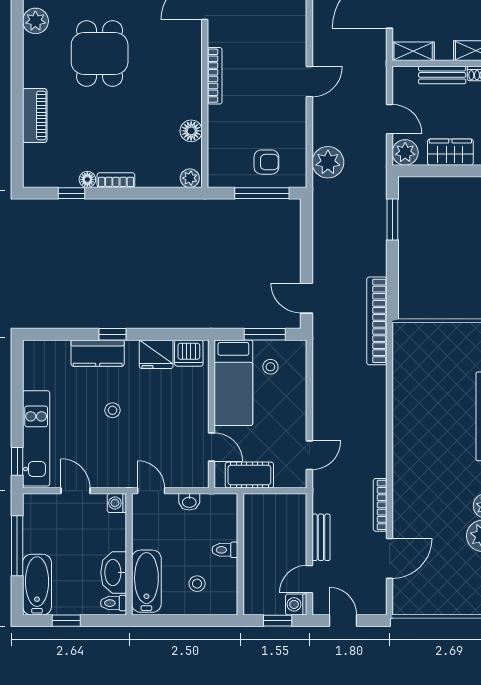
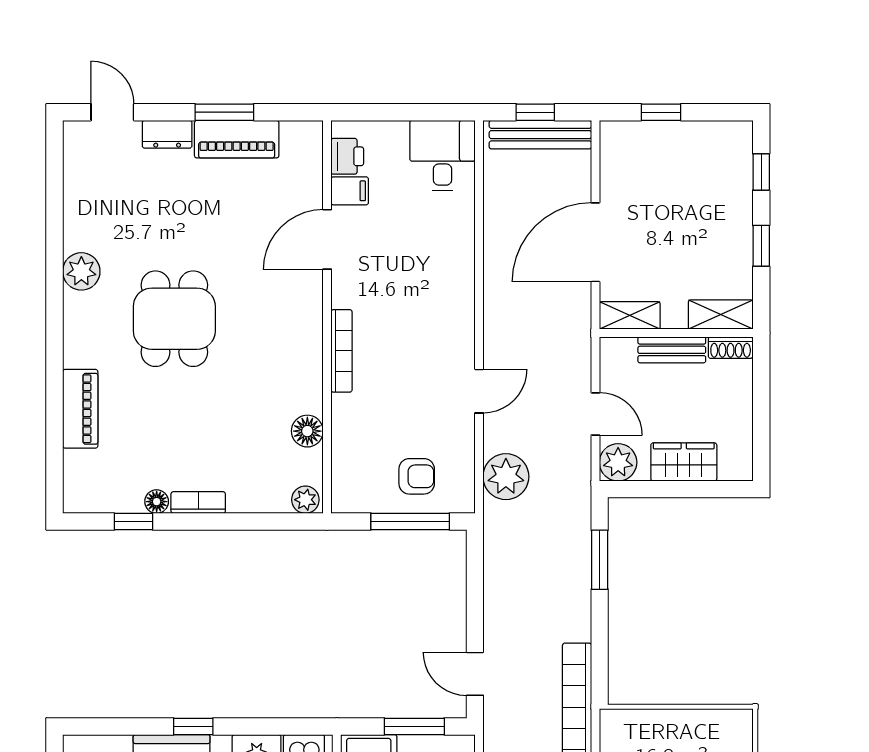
door: (309, 82) -> (479, 391), moved

